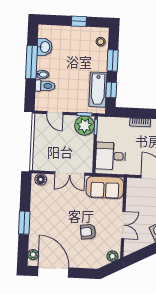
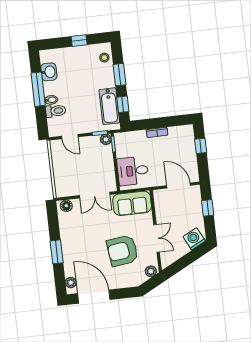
plant: (85, 126) -> (106, 139), width x0.53, depth x0.53
armchair: (88, 232) -> (122, 251), width x1.88, depth x1.88

